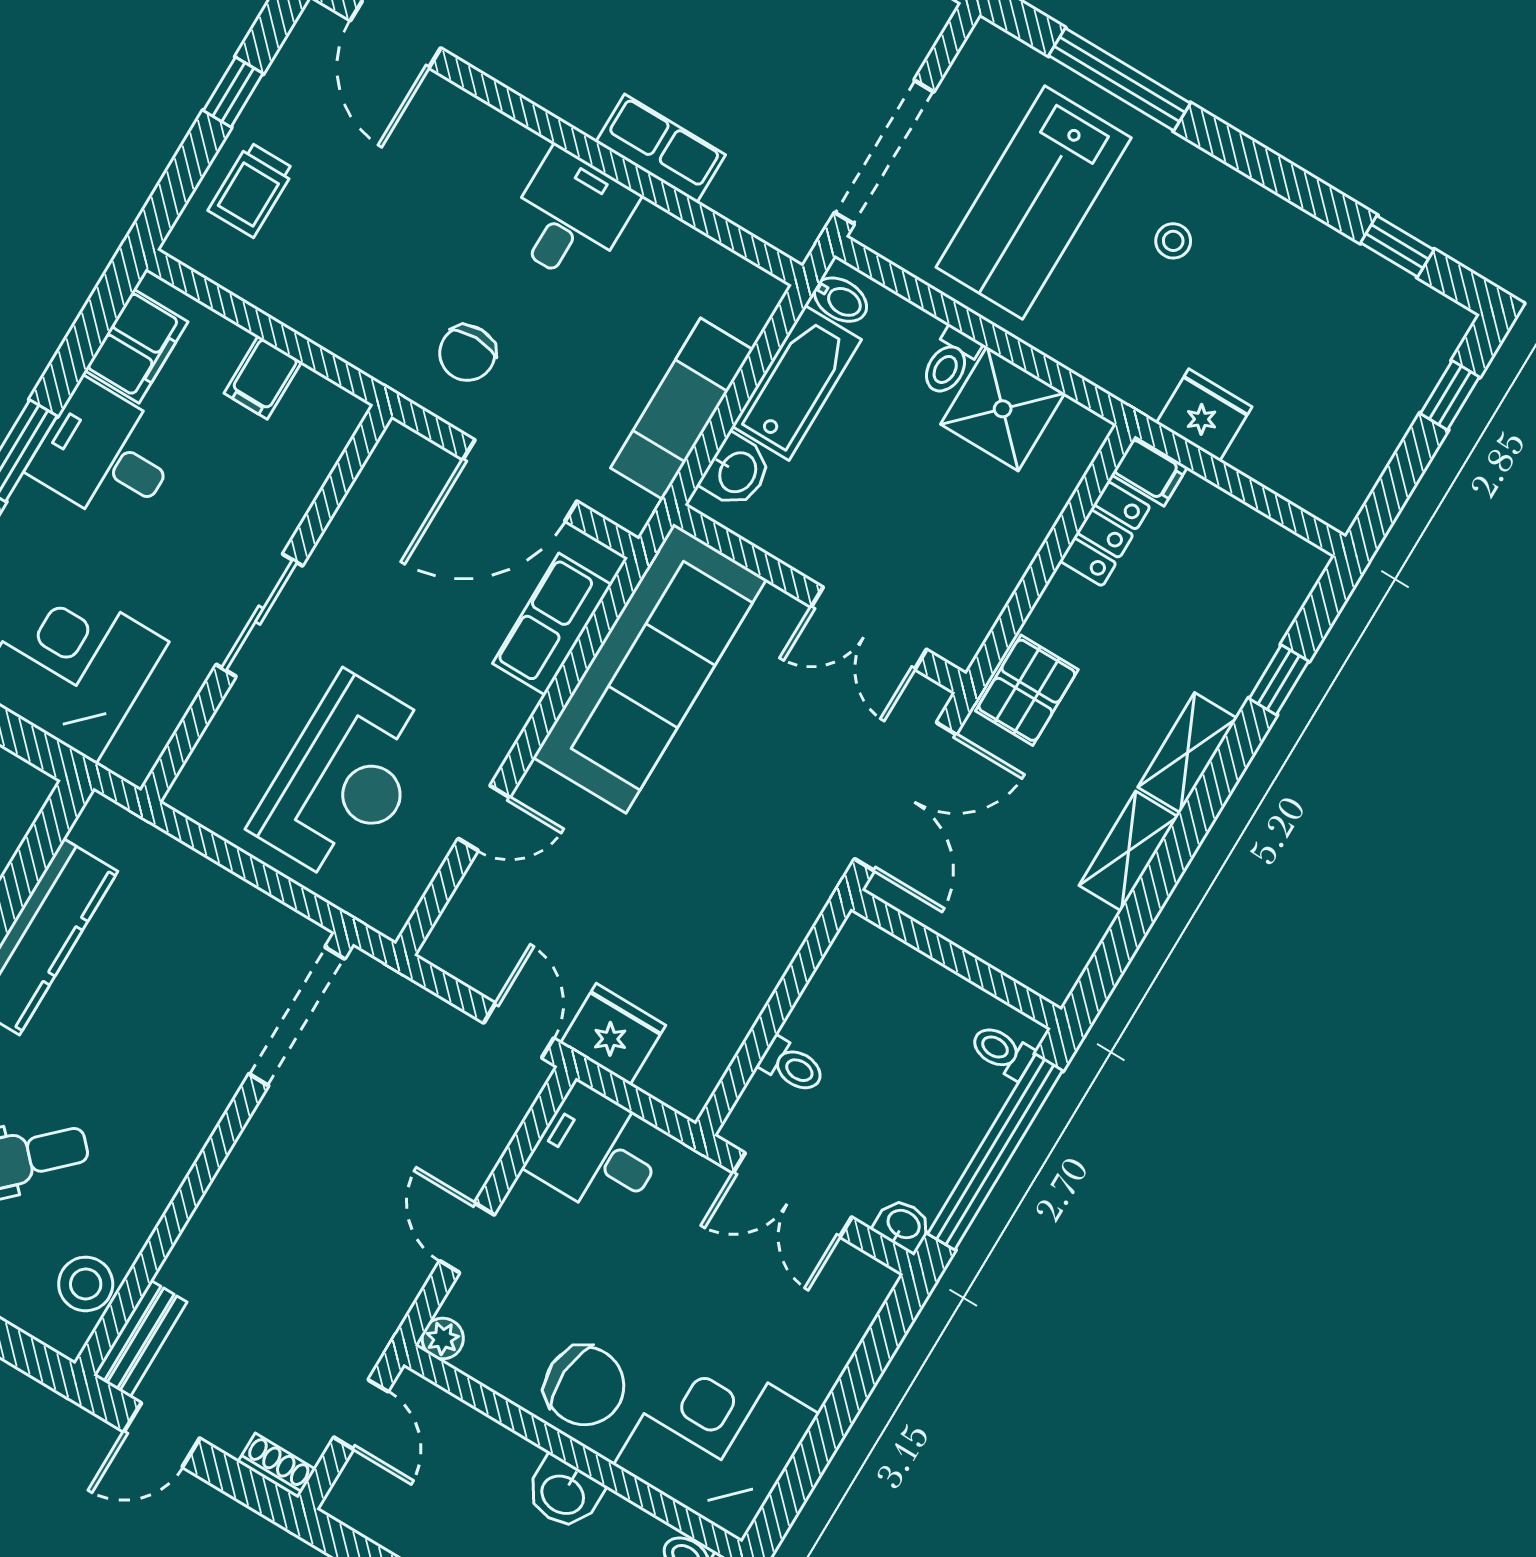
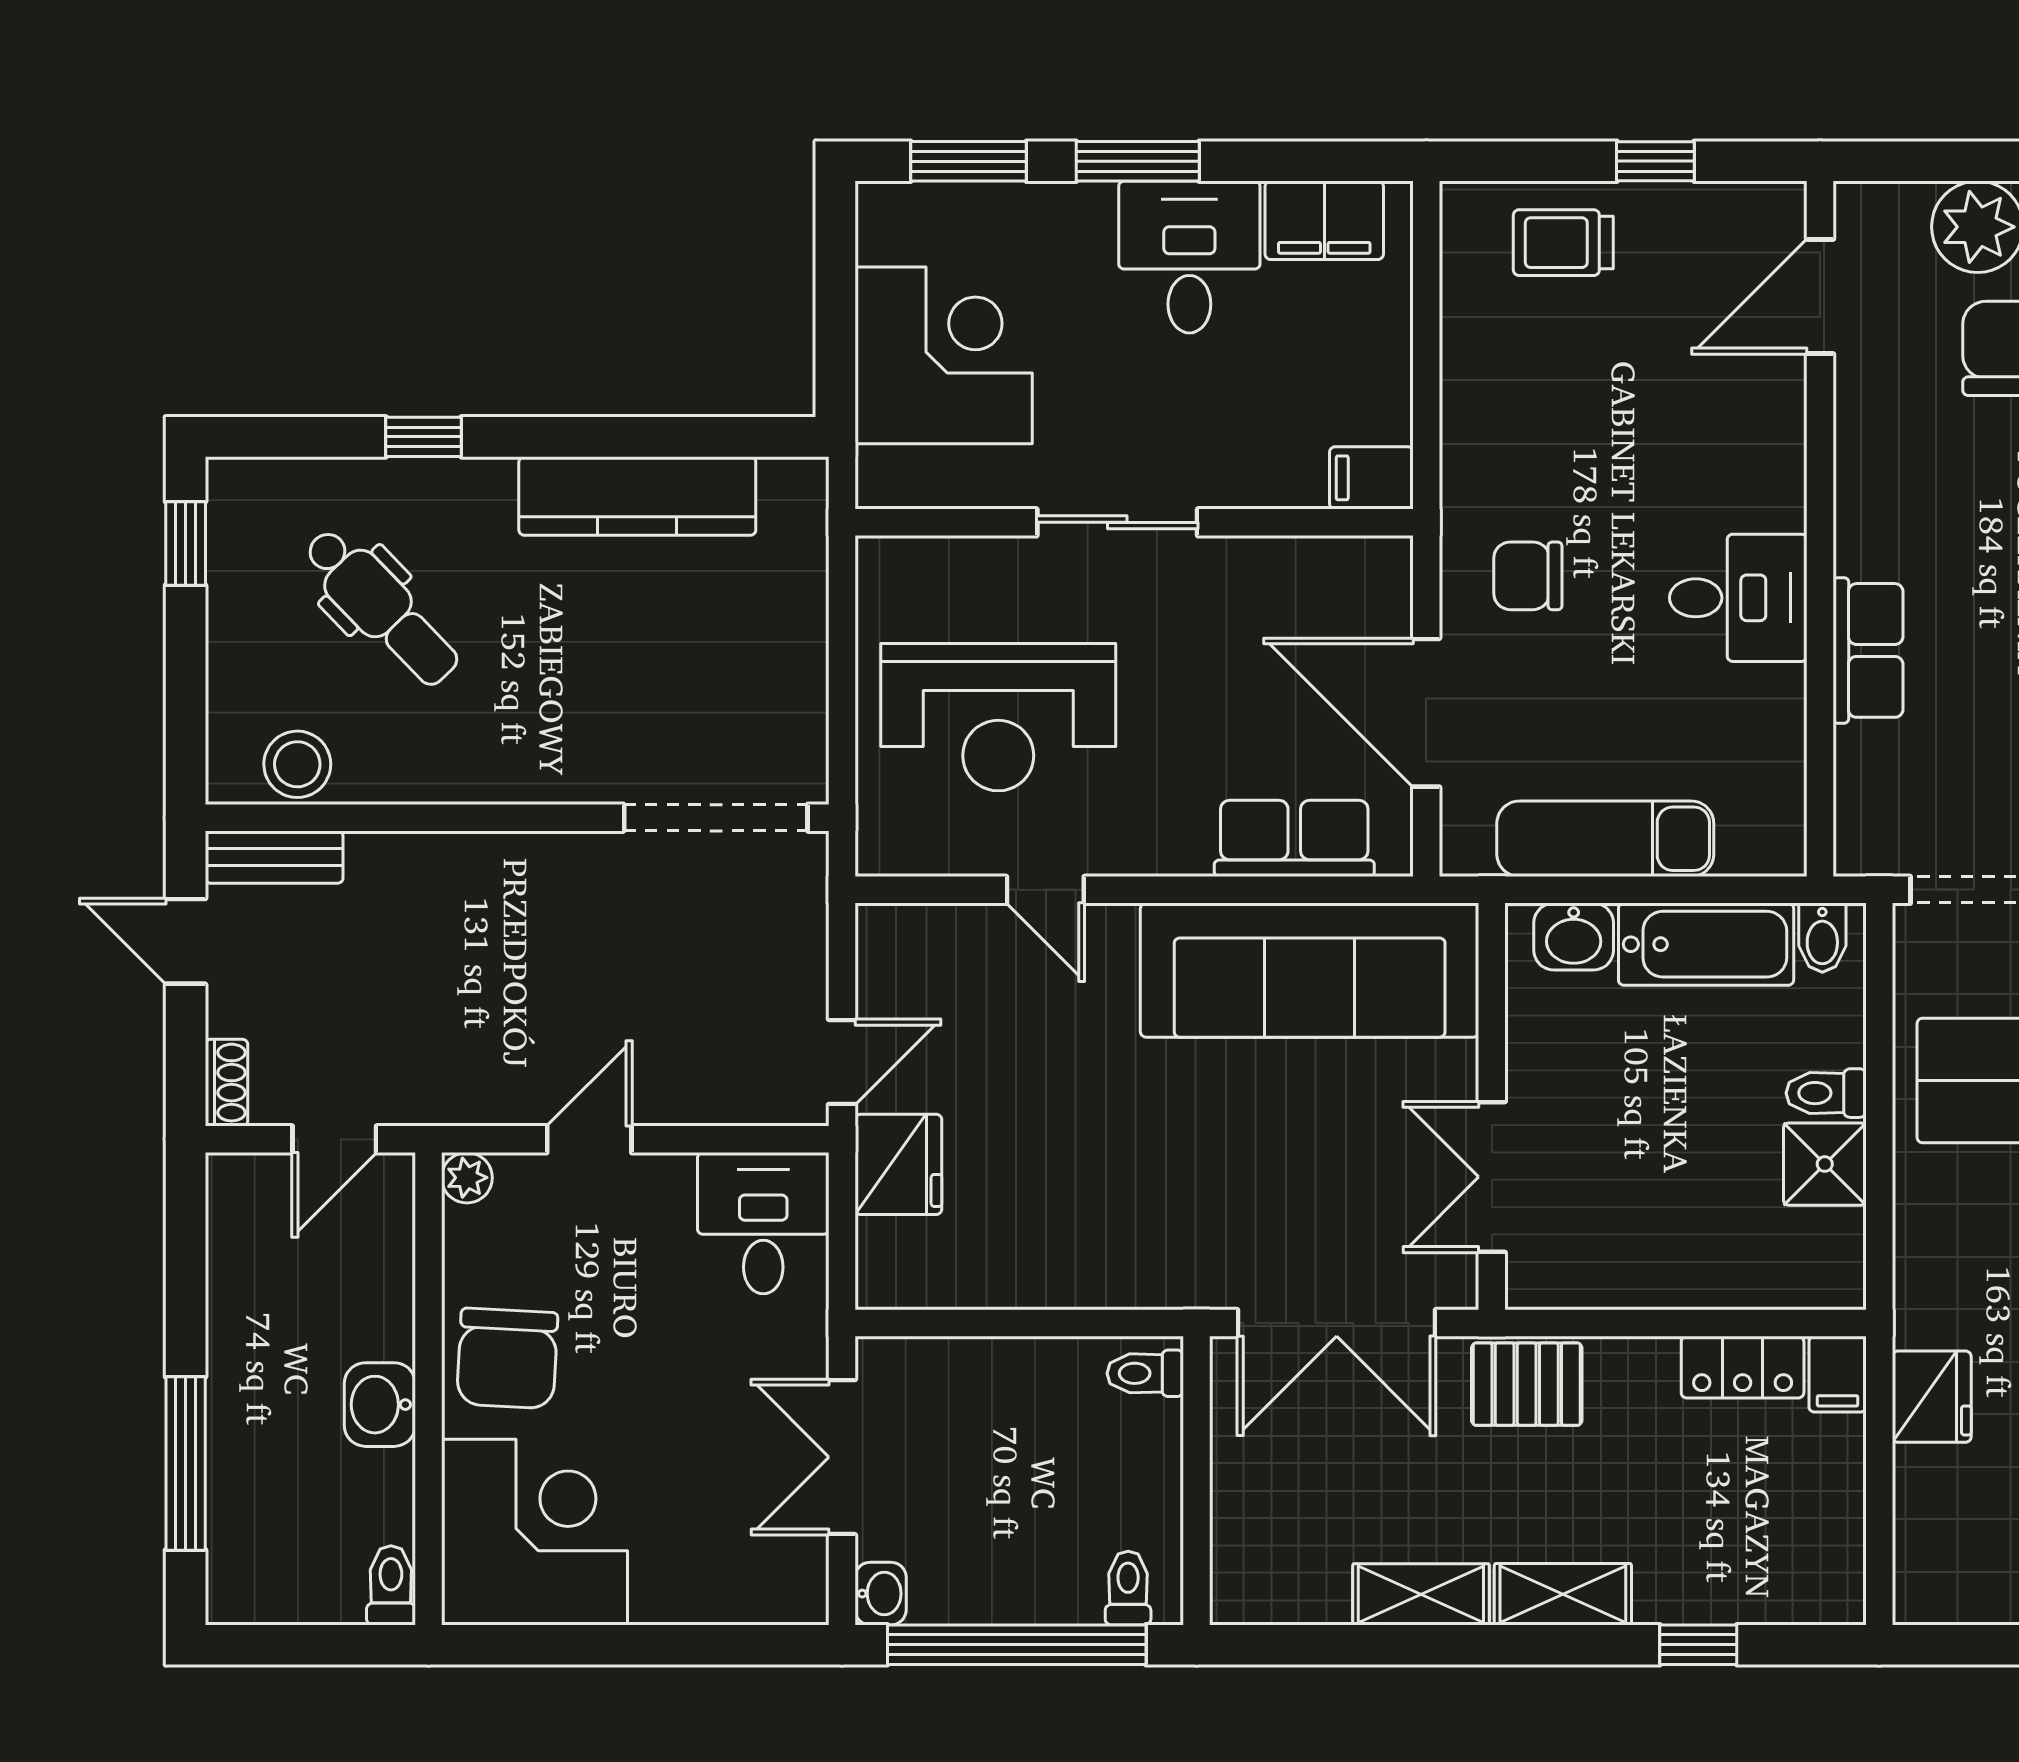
filing cabinet: (263, 378) -> (1371, 478), moved
shower: (1003, 409) -> (1825, 1164), width x0.73, depth x0.73
toilet: (792, 1066) -> (1145, 1373), moved, turned 90

